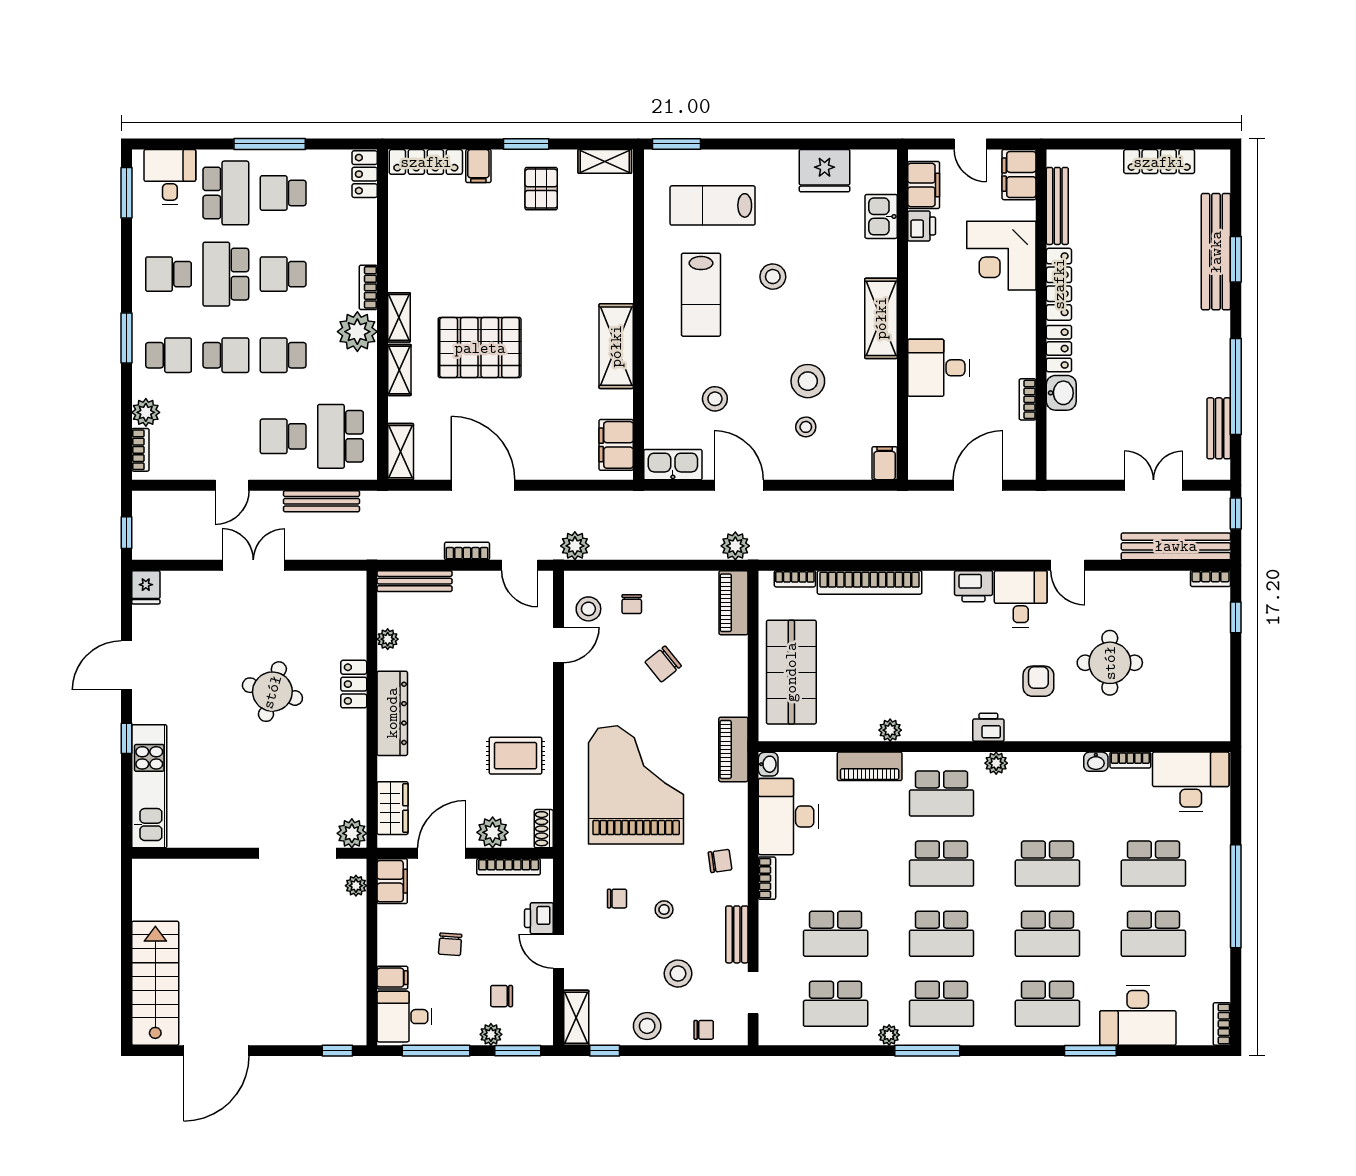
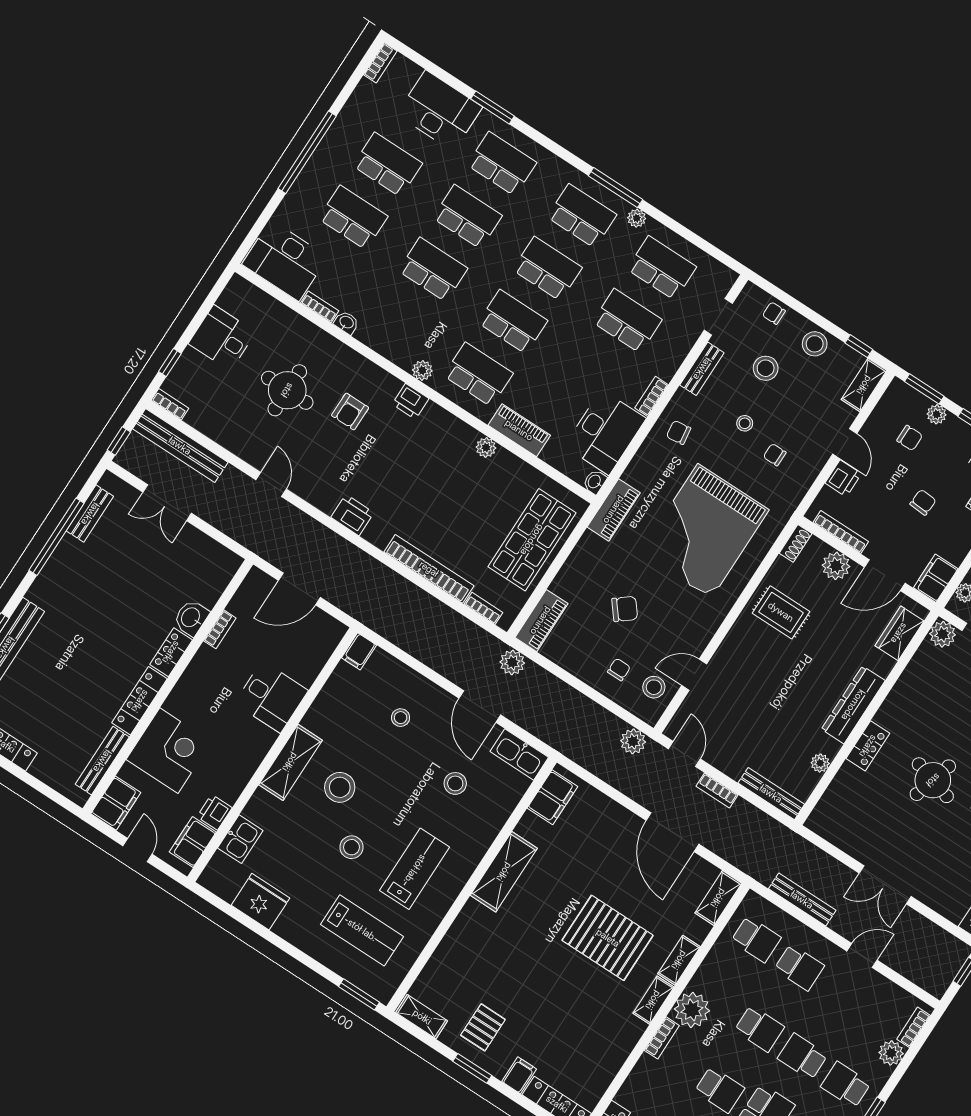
stool: (808, 381) -> (340, 787), moved
school desk: (340, 436) -> (756, 939), width x0.54
desk: (1021, 599) -> (222, 338), moved, turned 90

